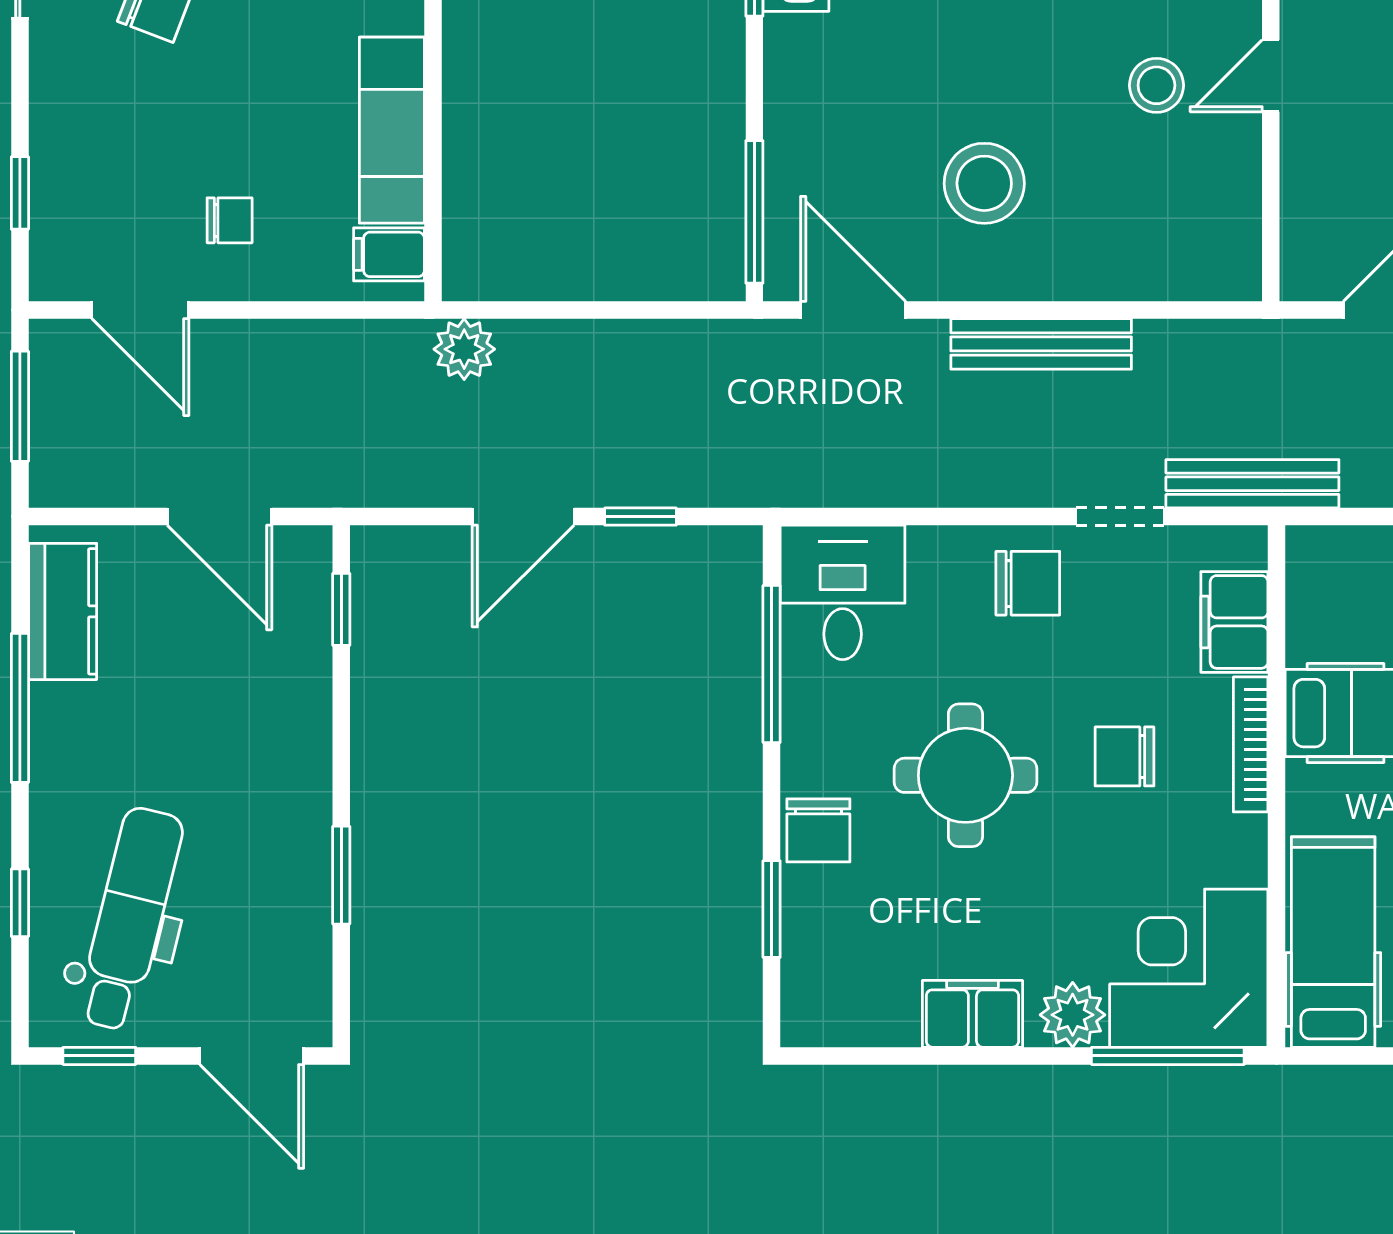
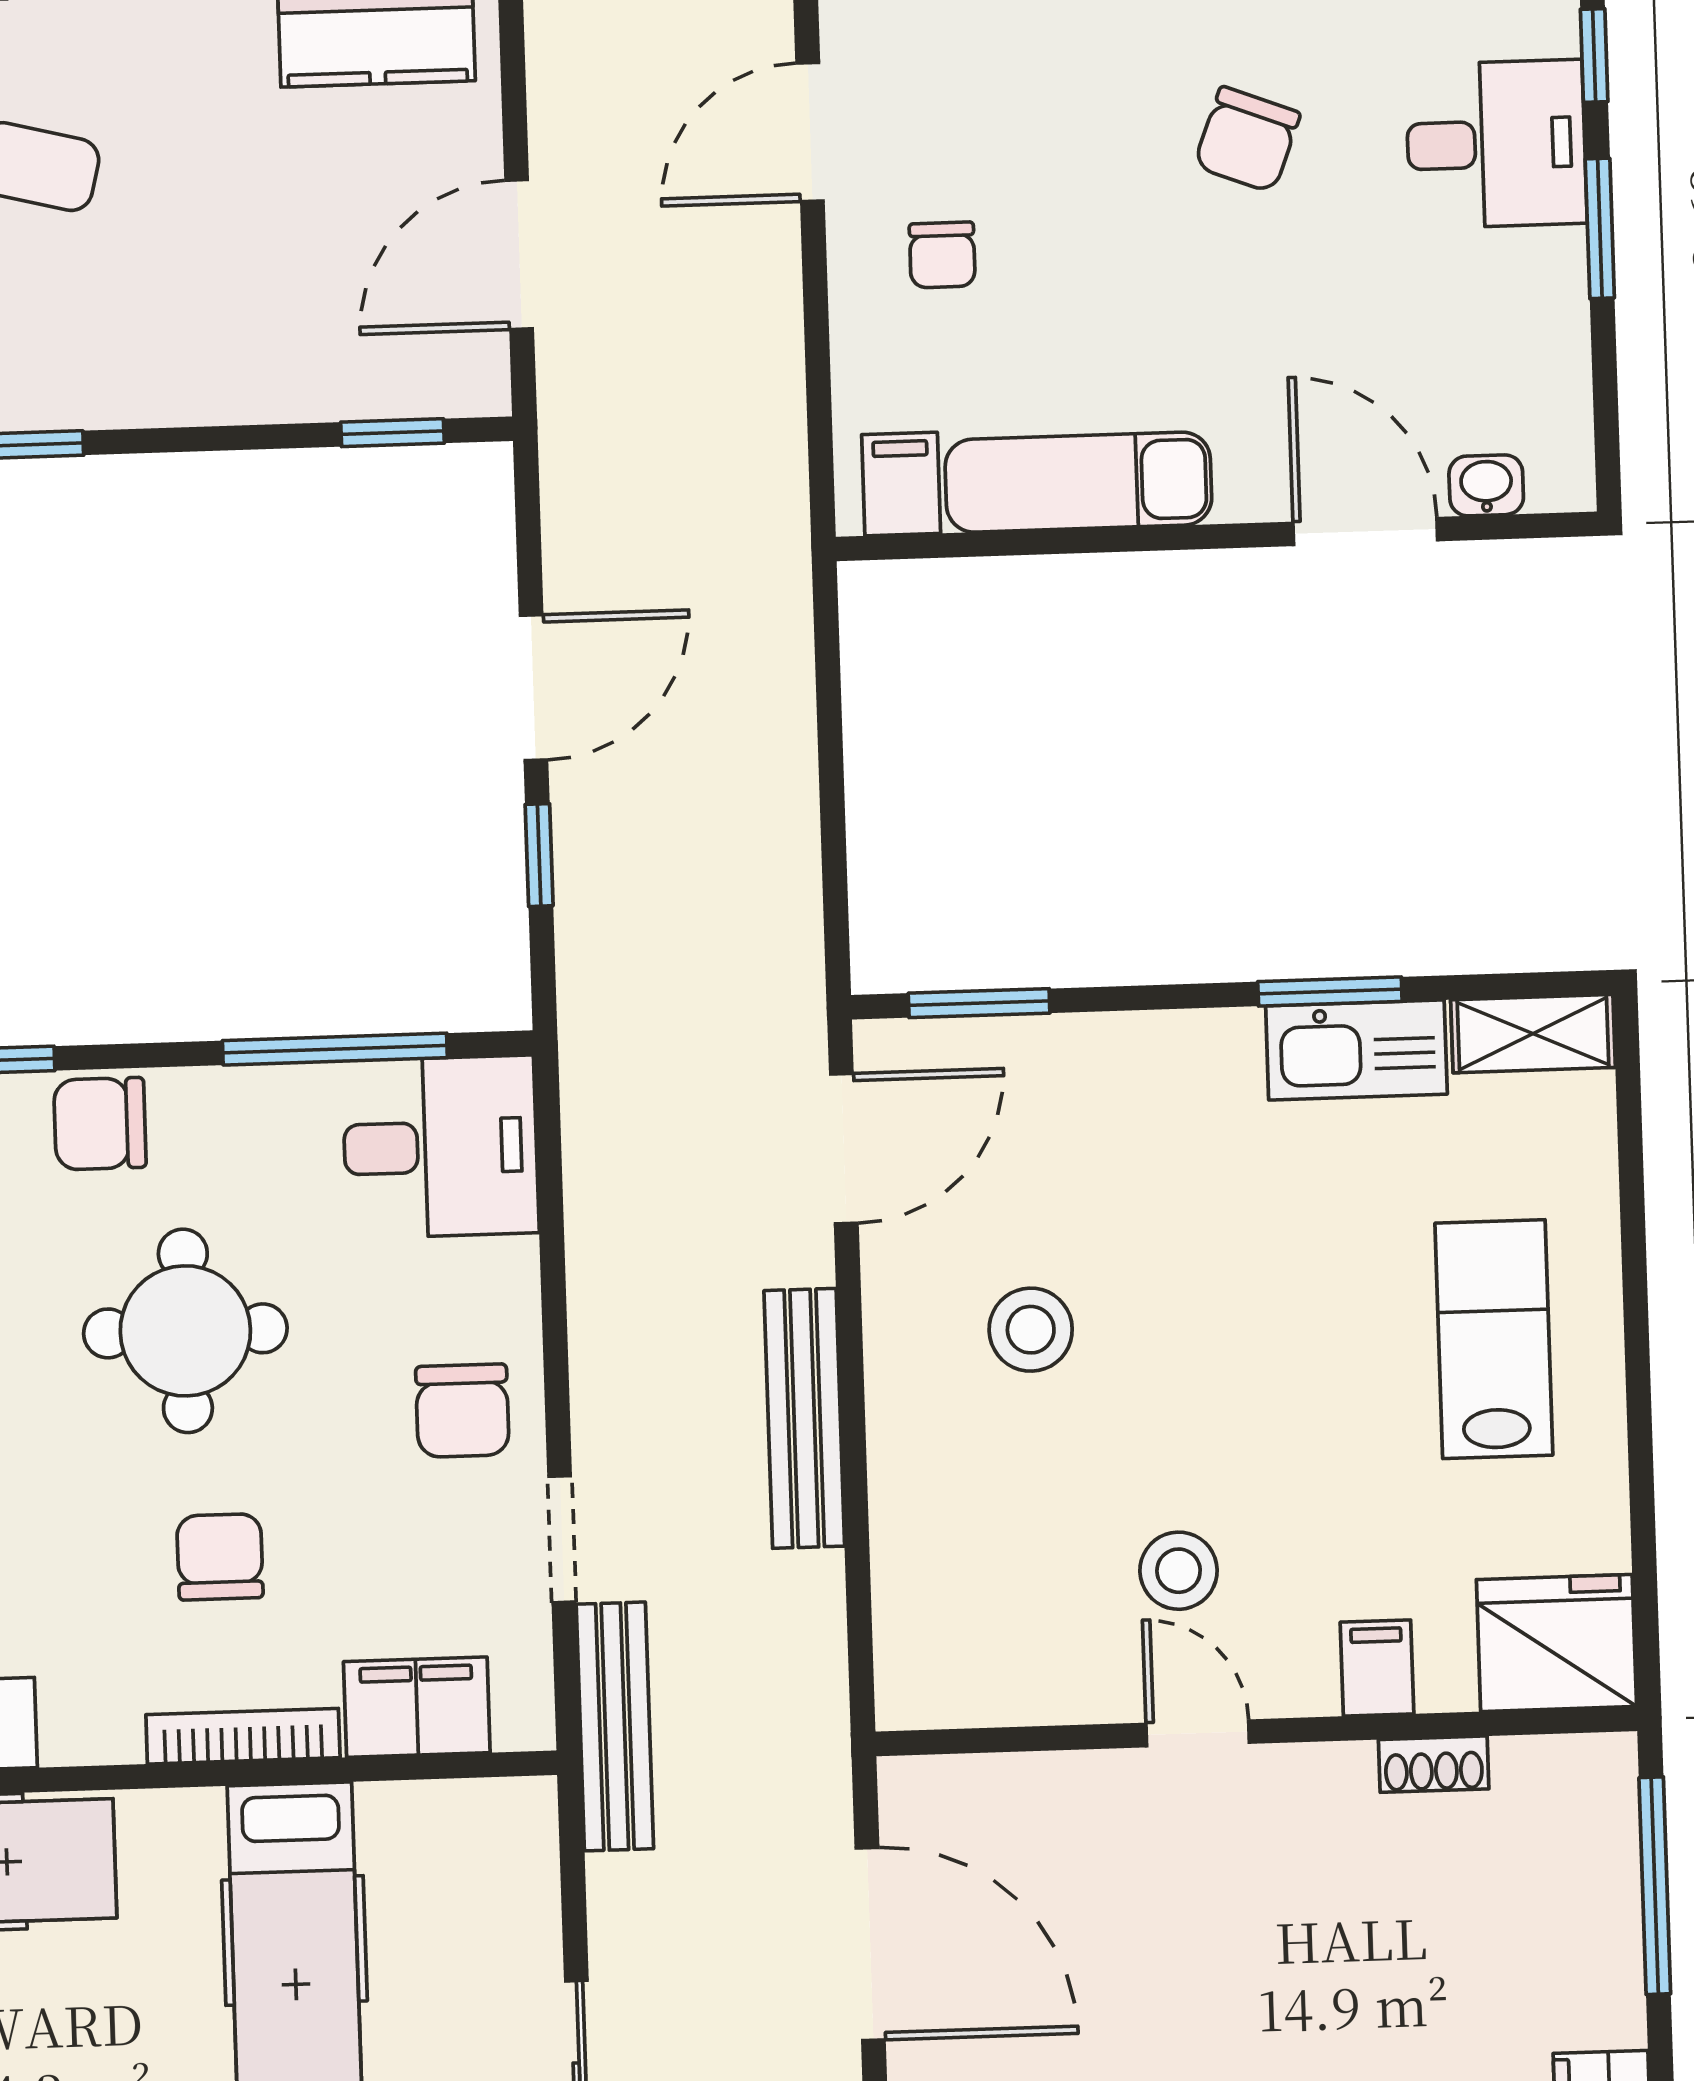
stool: (984, 183) -> (1031, 1330), width x0.73, depth x0.73
window: (754, 212) -> (979, 1003), width x0.69
plant: (464, 349) -> (770, 596), removed
door: (523, 517) -> (534, 688), swing flipped

